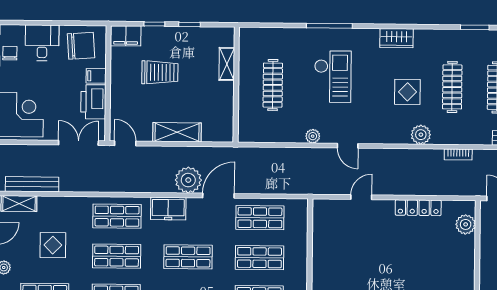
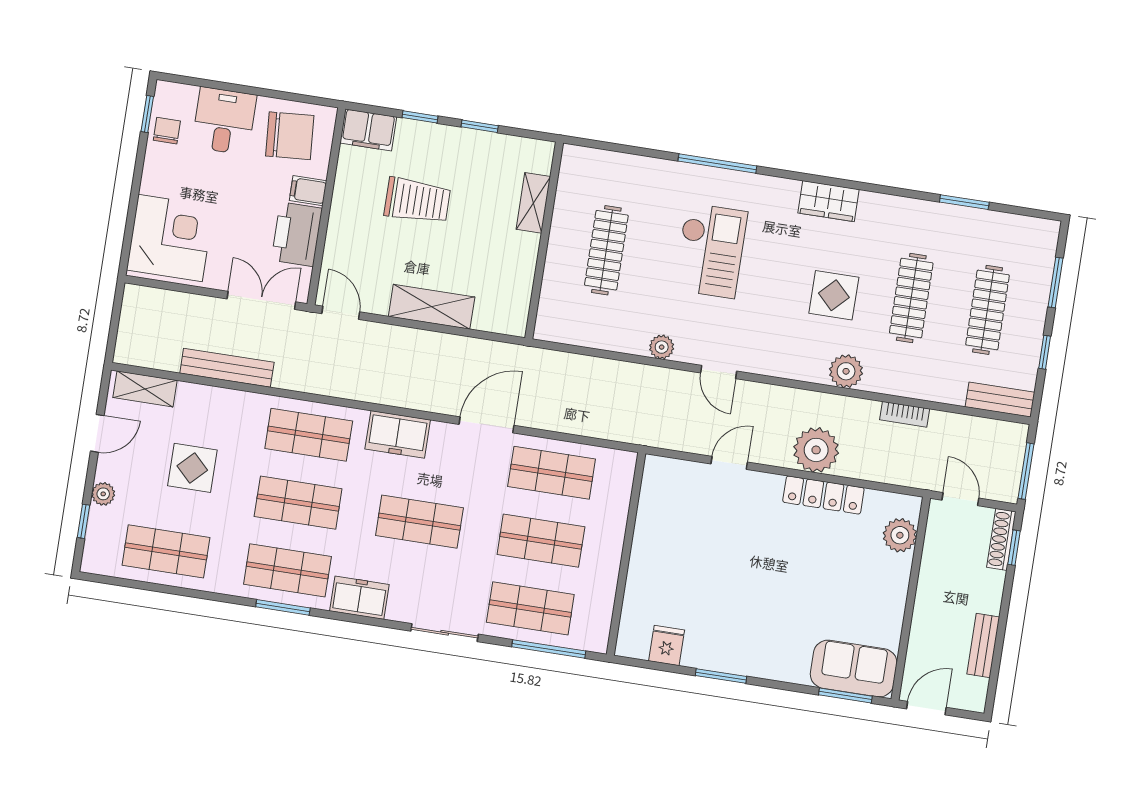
plant: (188, 180) -> (816, 450), moved
bench: (32, 184) -> (227, 368), moved

